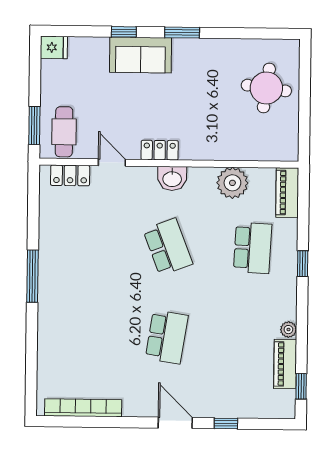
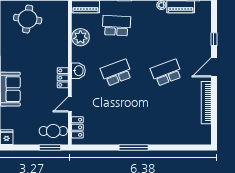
school desk: (167, 337) -> (166, 73), turned -30
bookcase: (83, 408) -> (206, 103), moved

